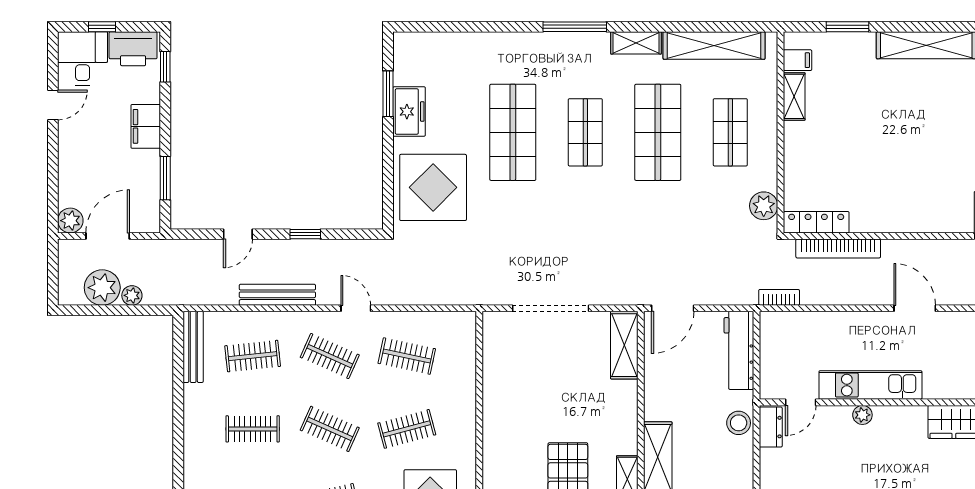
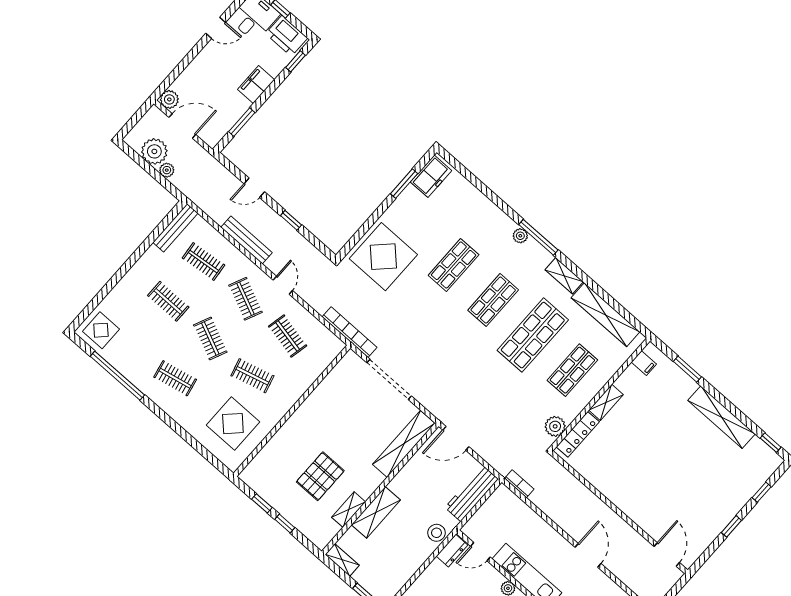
plant: (555, 42) -> (520, 236), added
shelving: (794, 96) -> (606, 402), moved
freezer: (409, 112) -> (431, 176), moved
shop shelf: (513, 132) -> (454, 265), width x0.70, depth x0.74
locker: (816, 222) -> (578, 434), moved, turned 90
bookcase: (838, 248) -> (349, 332), moved, turned 180
shelving: (624, 345) -> (404, 444), width x1.47

